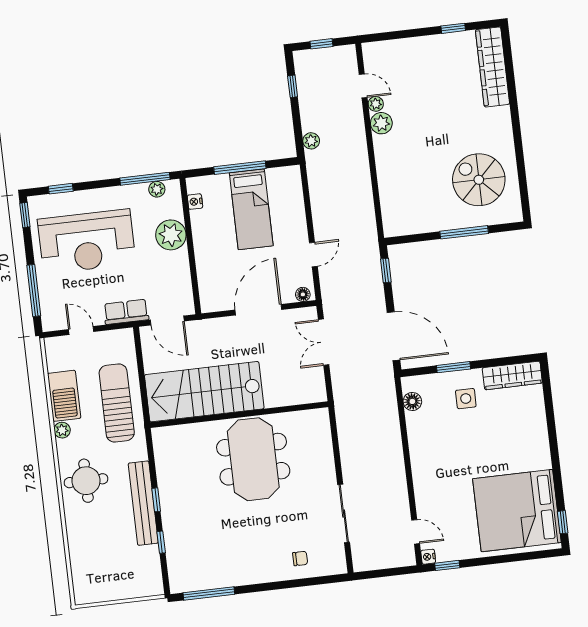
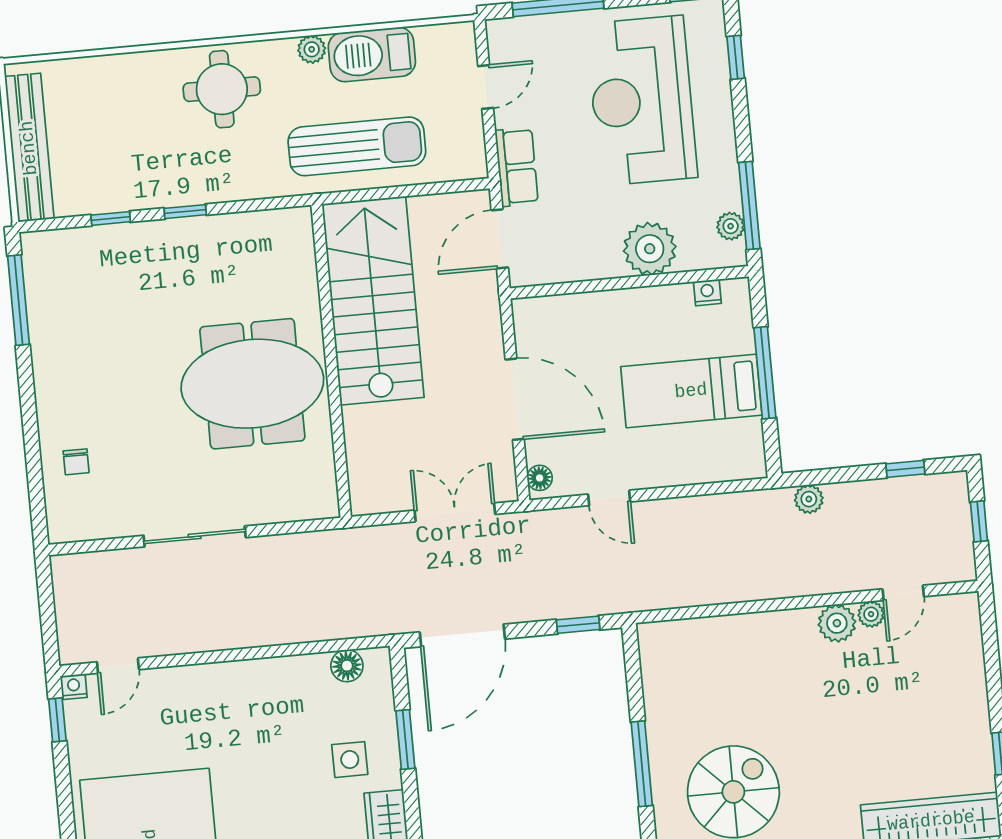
bench: (143, 503) -> (29, 148), moved, turned 90
sliding door: (344, 514) -> (195, 536), moved

